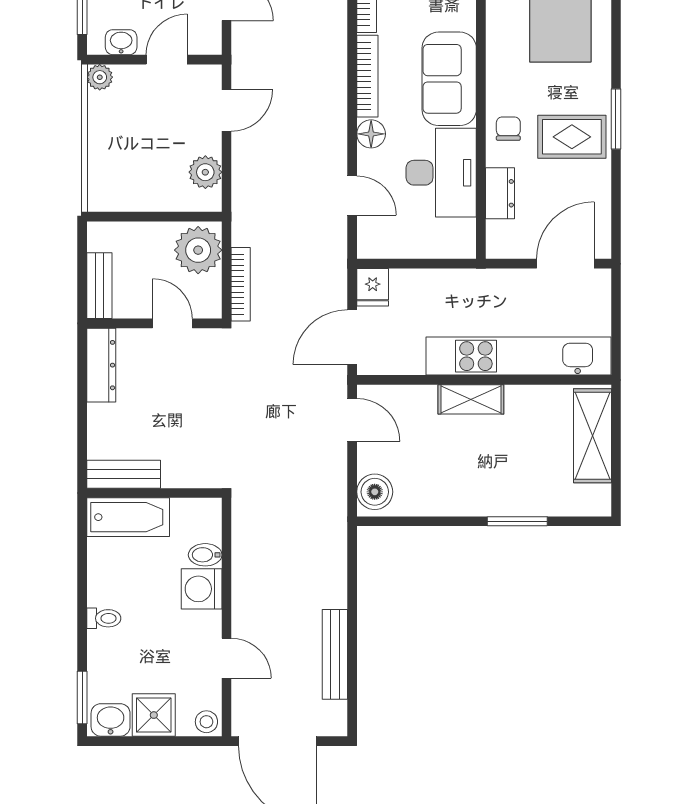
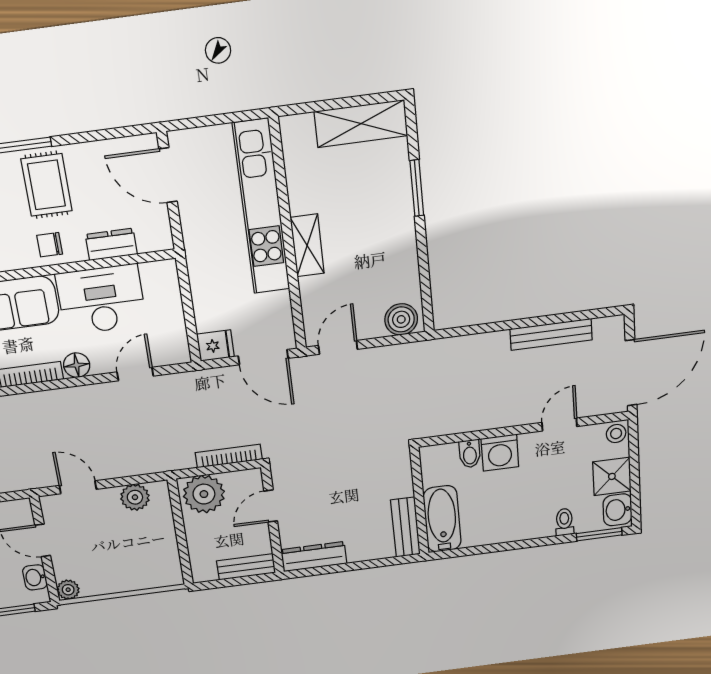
shelving: (592, 436) -> (361, 124), moved
toilet: (104, 618) -> (564, 522), moved

